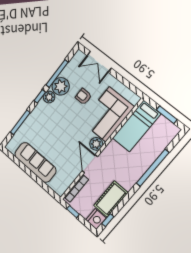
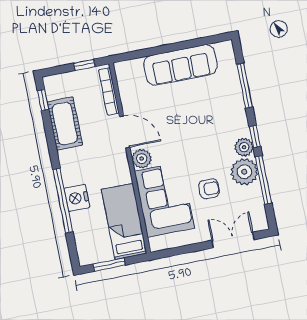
nightstand: (96, 219) -> (77, 198), moved

